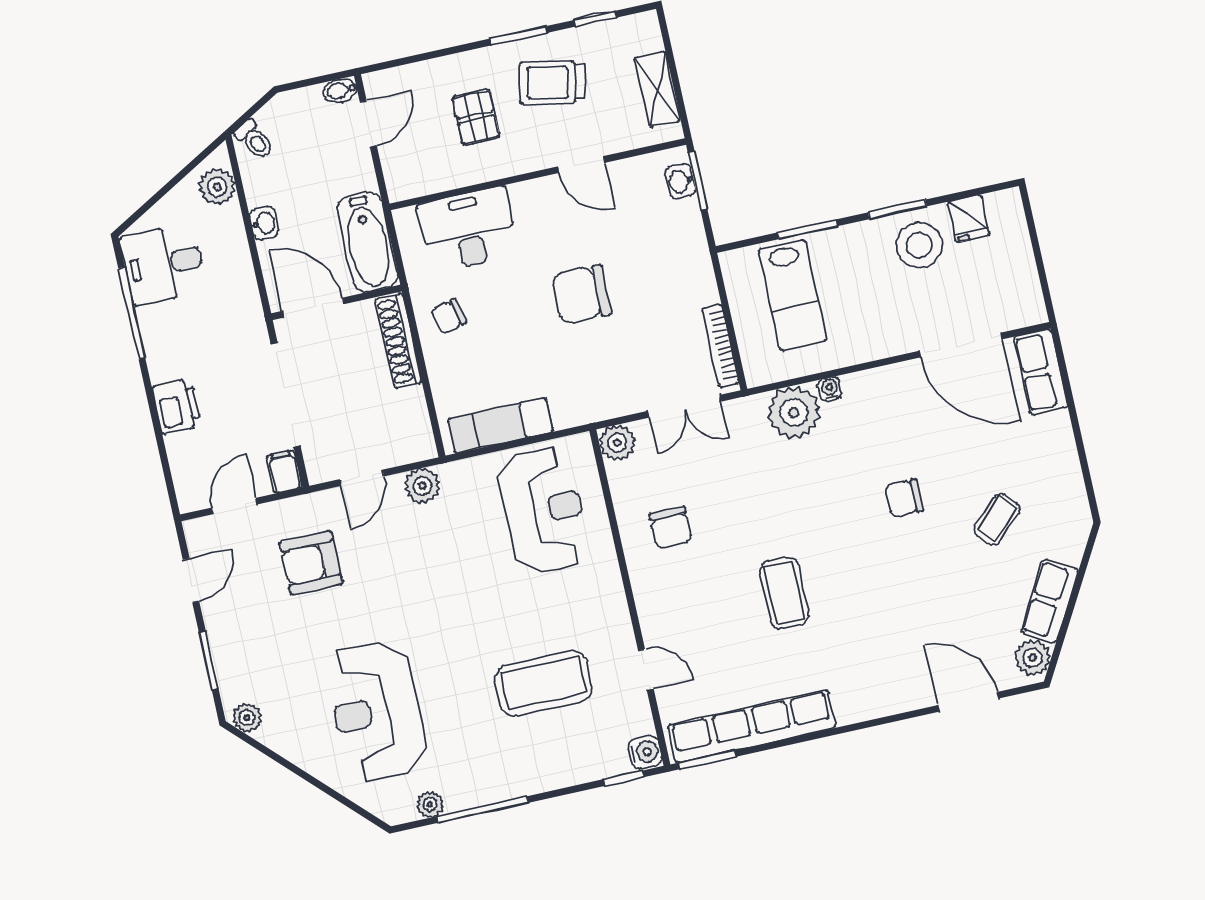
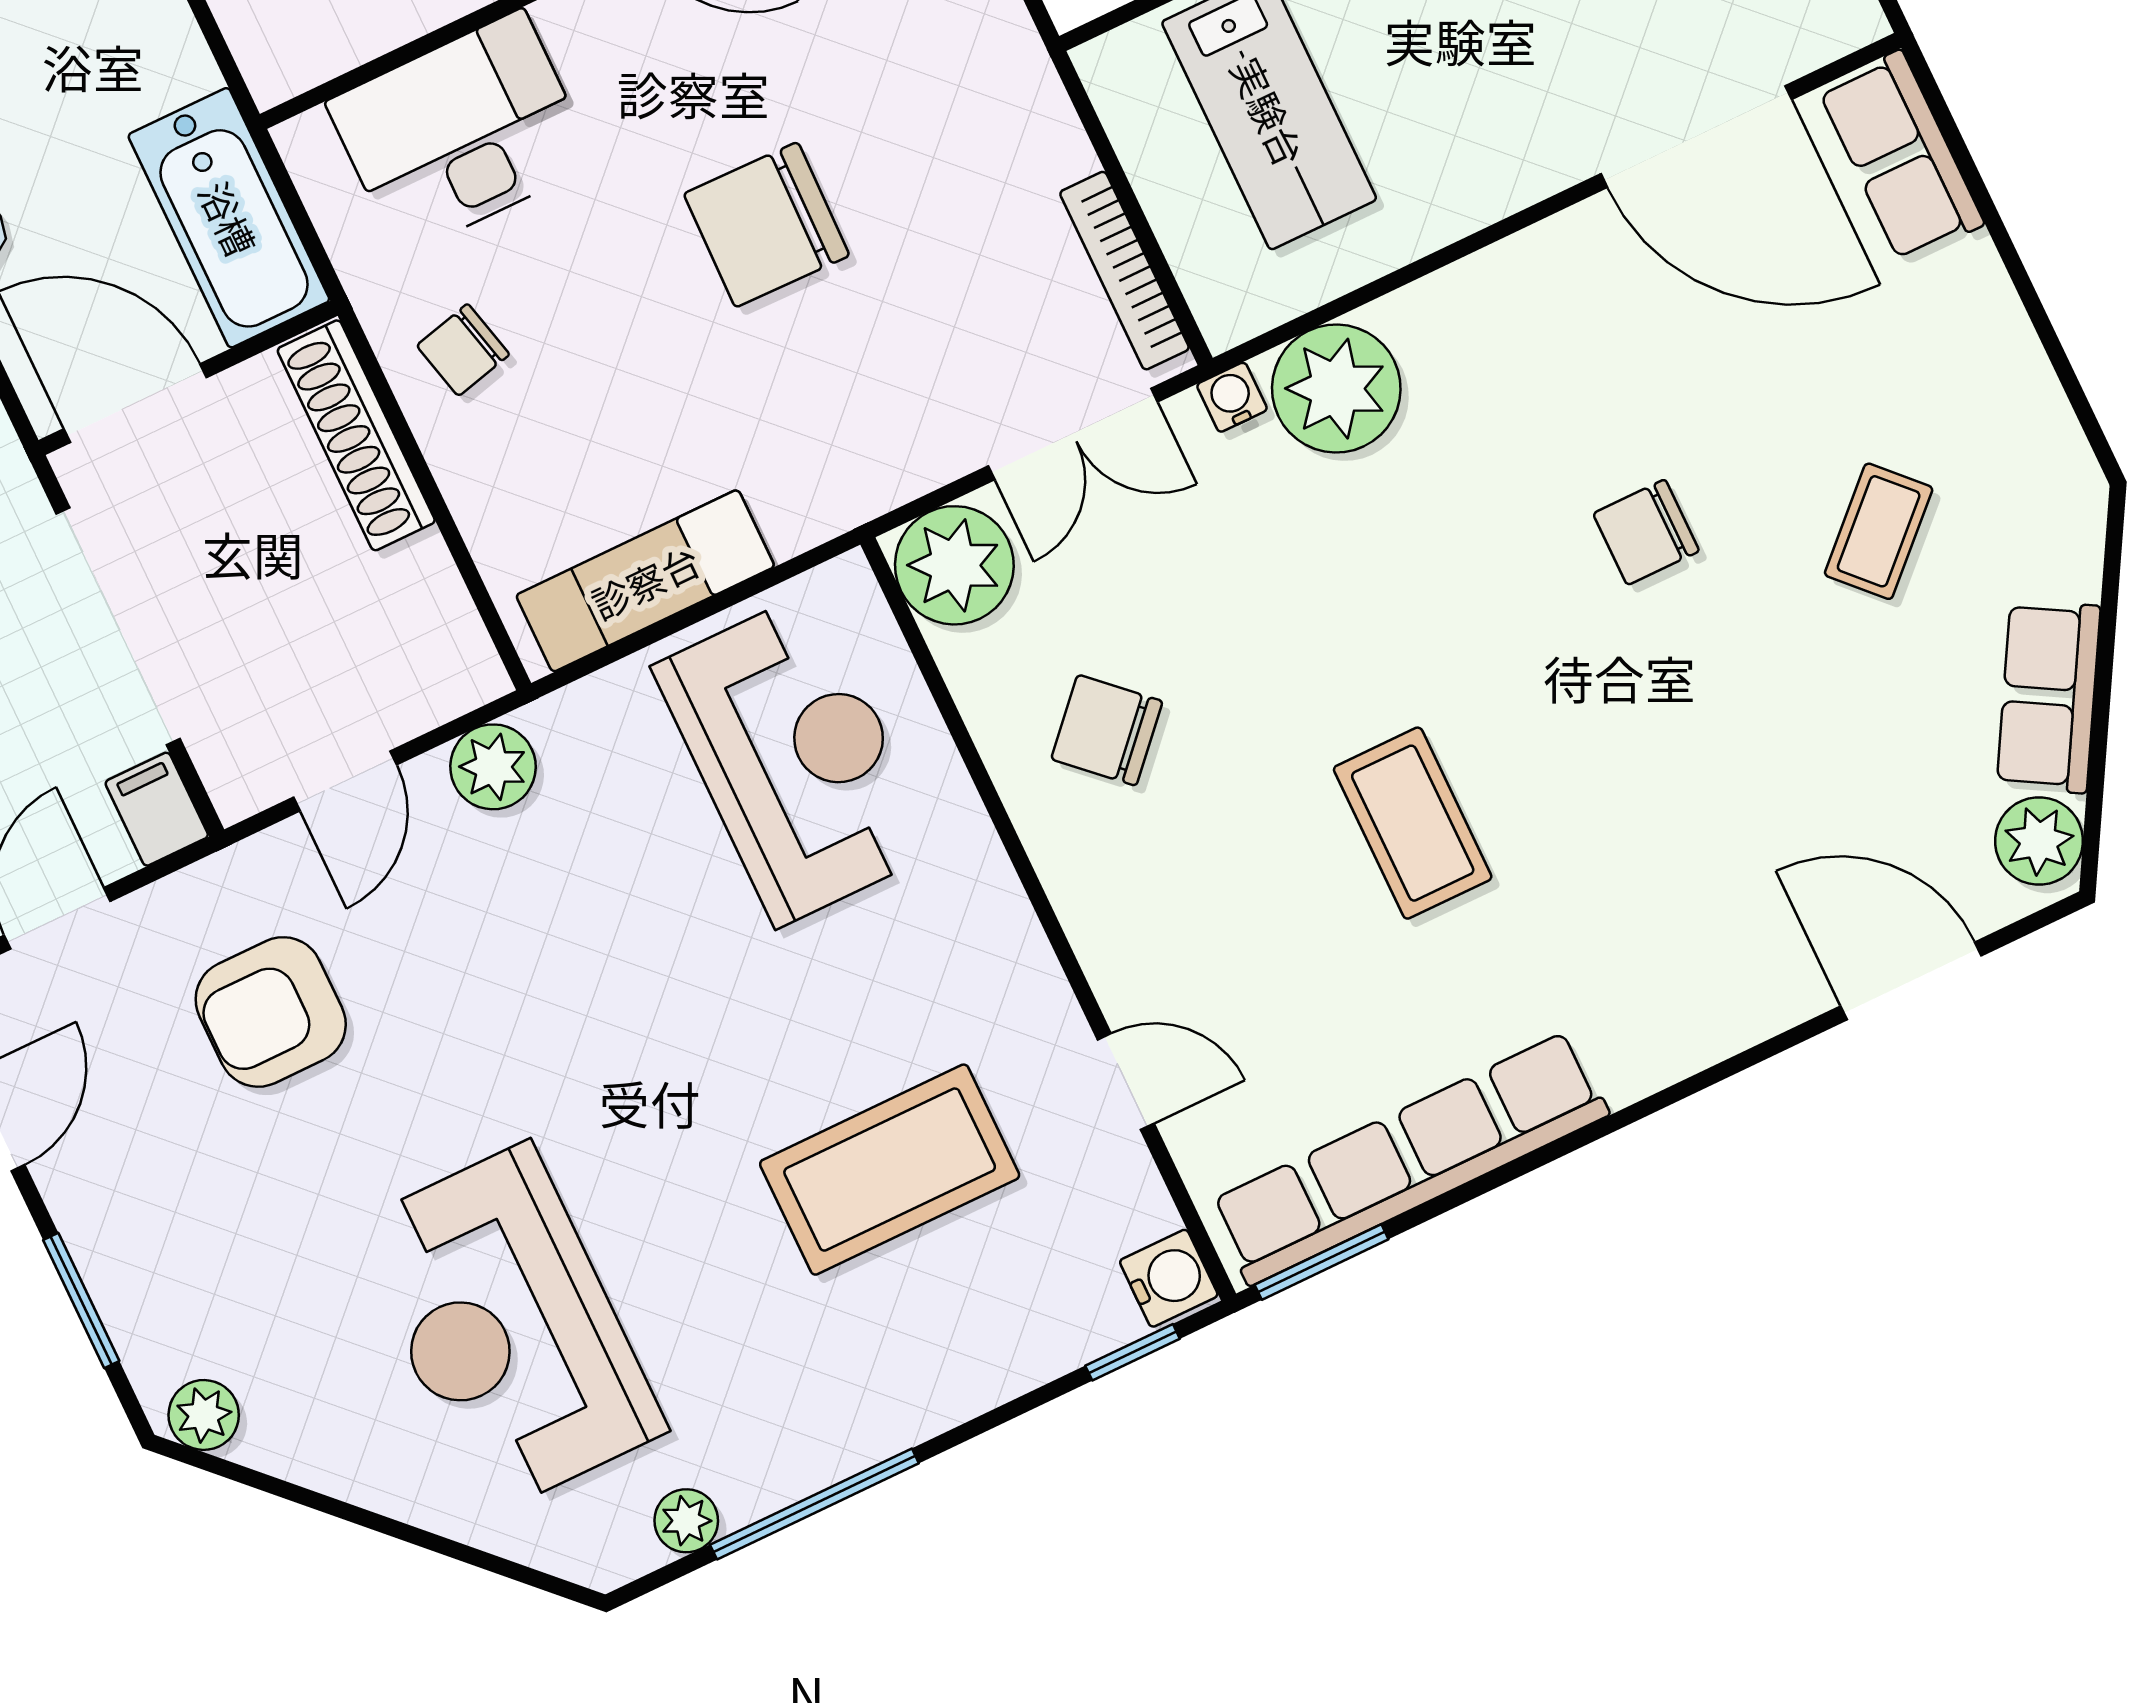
water cooler: (830, 389) -> (1232, 397), moved
plant: (617, 443) -> (954, 565), width x1.36, depth x1.36
chair: (671, 528) -> (1107, 730), turned 133

